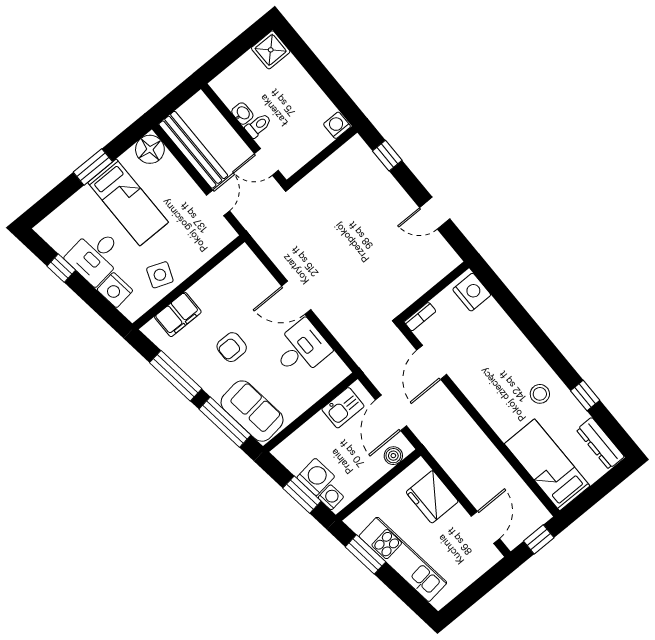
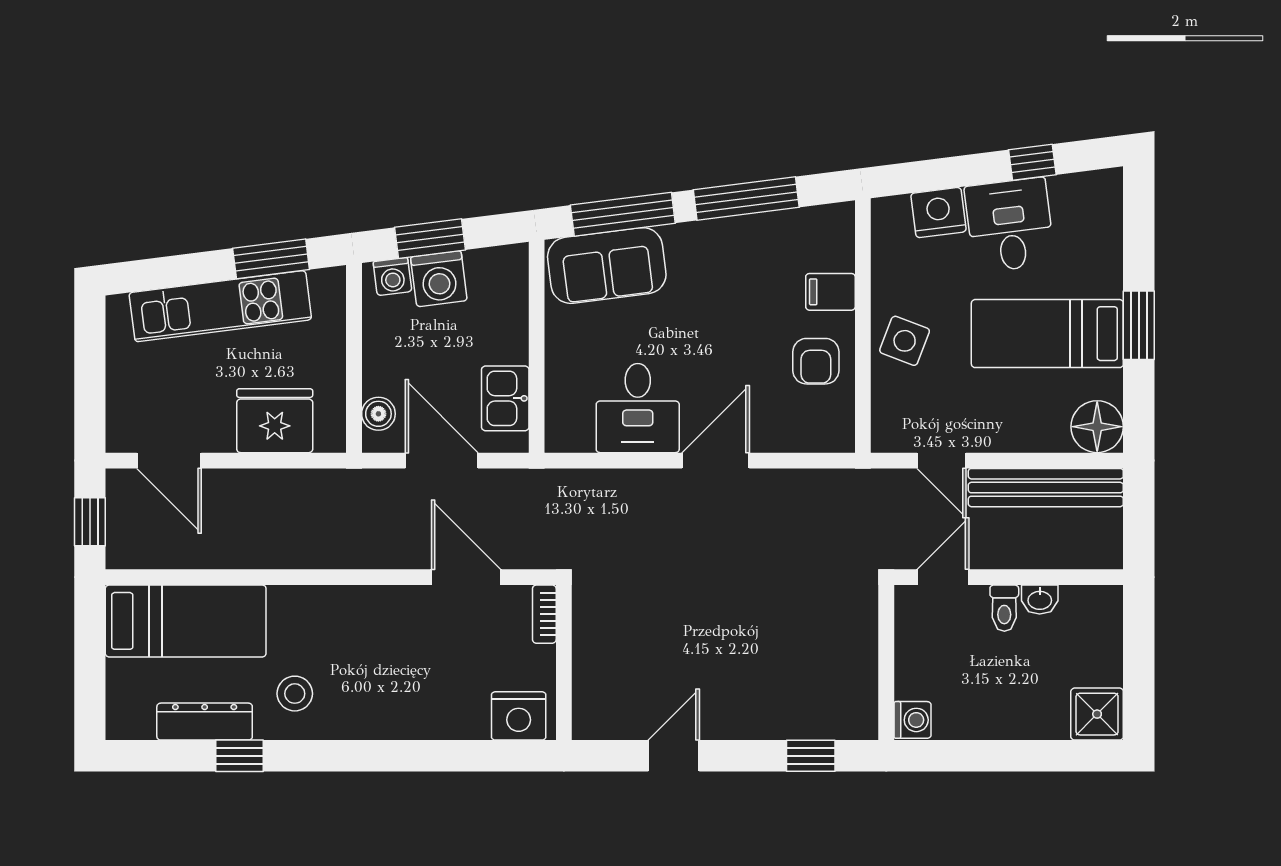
side table: (160, 275) -> (905, 341), moved
filing cabinet: (178, 314) -> (830, 292), width x0.50
armchair: (232, 347) -> (816, 361), moved, turned 180
dresser: (600, 443) -> (205, 722), moved

